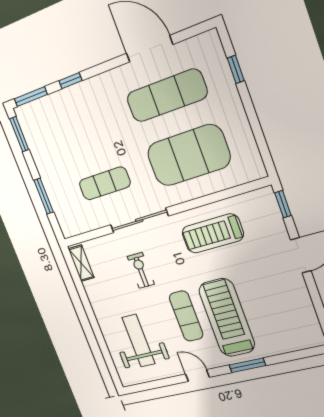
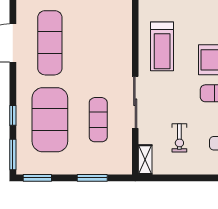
exercise mat: (189, 155) -> (50, 120), moved
shelving: (81, 263) -> (145, 160), moved, turned 90
exercise bike: (141, 270) -> (179, 138), moved, turned -90

